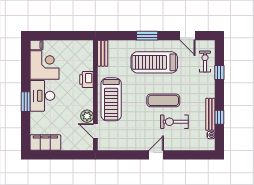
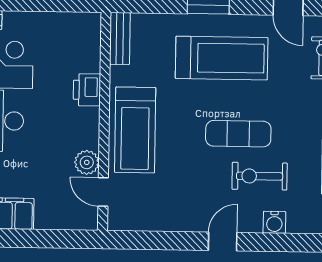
treadmill: (154, 62) -> (222, 58), turned 180
water cooler: (182, 145) -> (274, 222), added

